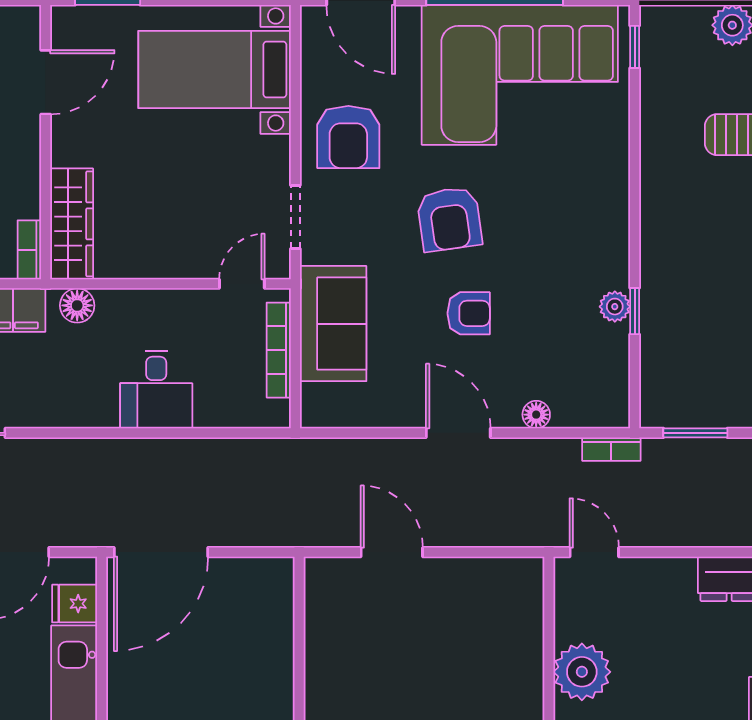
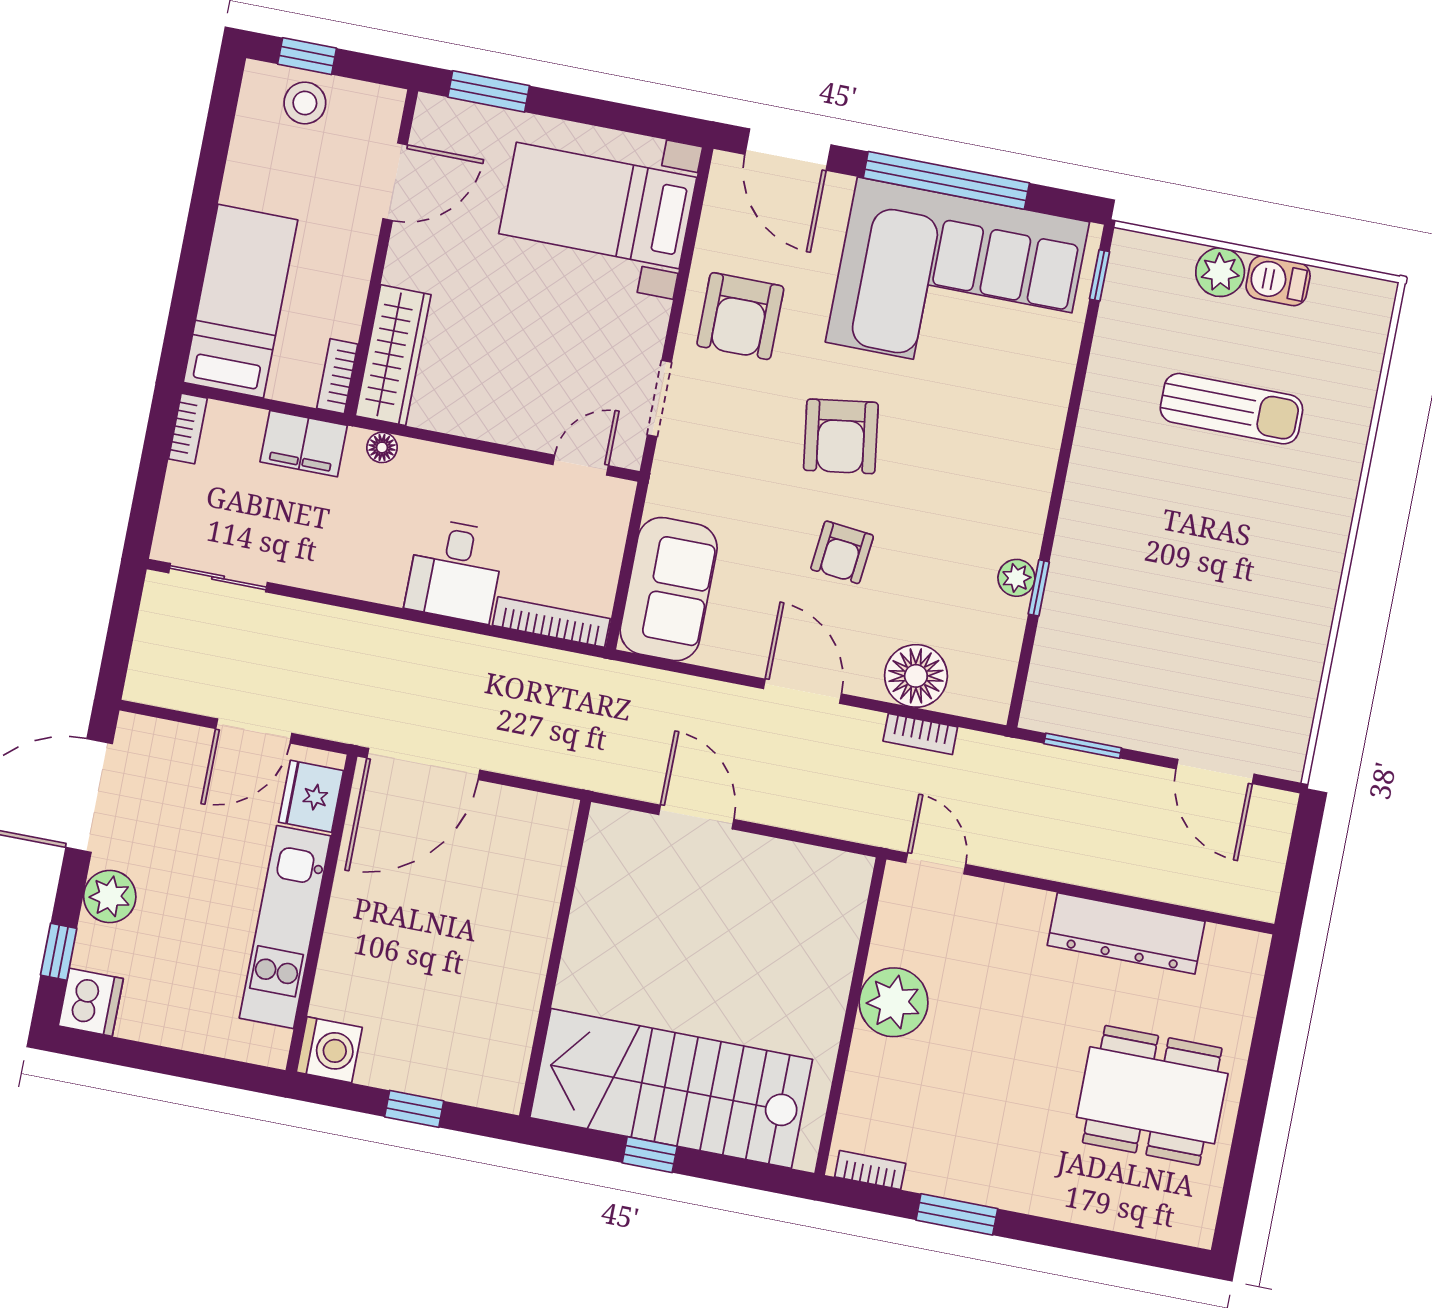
floor lamp: (77, 305) -> (382, 447), width x0.73, depth x0.73
armchair: (469, 313) -> (842, 552), turned 96
sofa: (333, 324) -> (669, 589), moved
bookcase: (279, 350) -> (551, 622), moved, turned 90
floor lamp: (536, 415) -> (916, 676), width x1.89, depth x1.89
bookcase: (611, 449) -> (920, 734), moved
fridge: (75, 604) -> (311, 796), width x1.38

